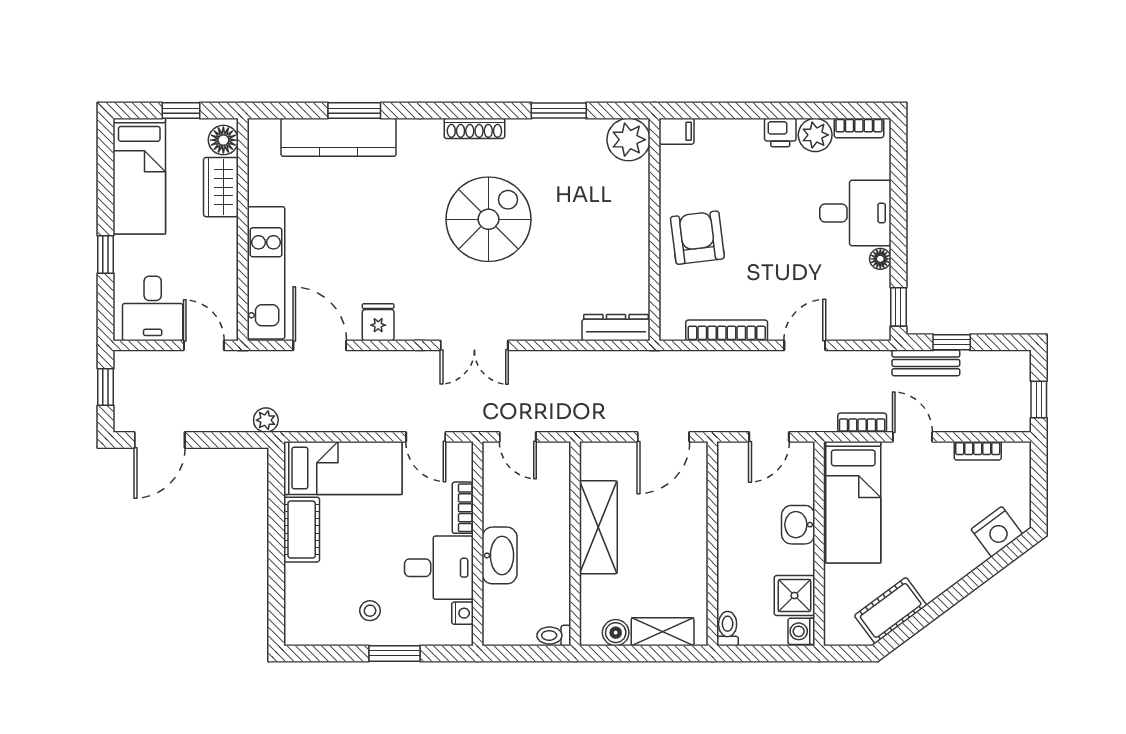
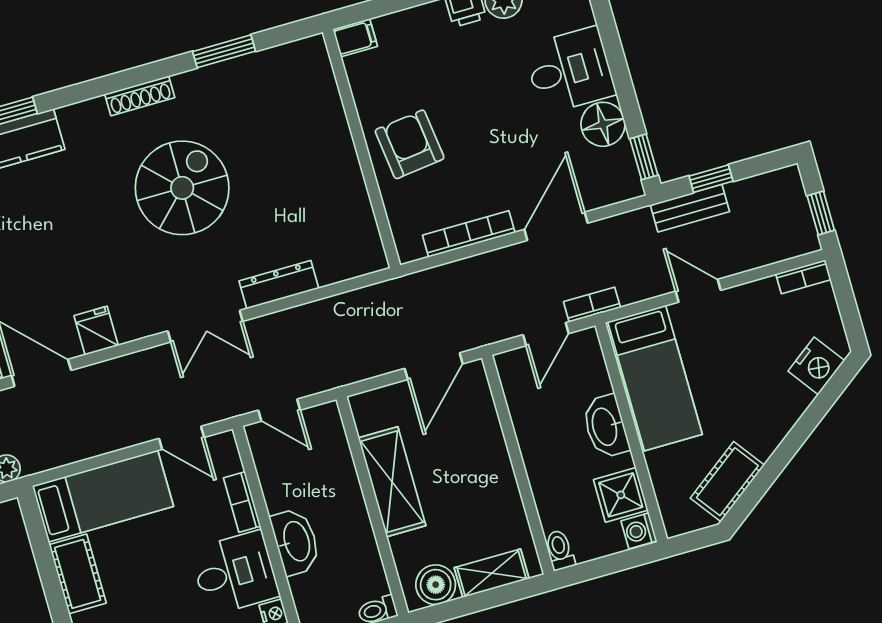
plant: (628, 140) -> (307, 61), removed
floor lamp: (880, 259) -> (603, 124), width x1.89, depth x1.89
dresser: (616, 328) -> (279, 285), moved
door: (805, 345) -> (556, 226), width x1.38
bookcase: (862, 423) -> (592, 305), moved
bookcase: (978, 451) -> (803, 277), moved
washbasin: (798, 525) -> (606, 426), width x1.38
boiler: (616, 633) -> (436, 585), width x1.36, depth x1.36

